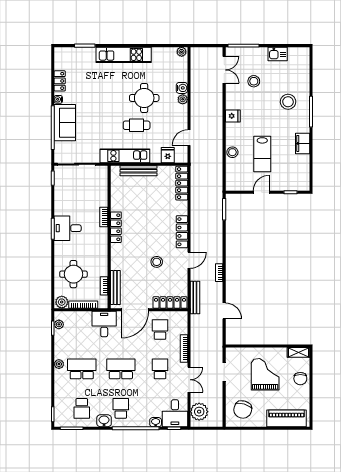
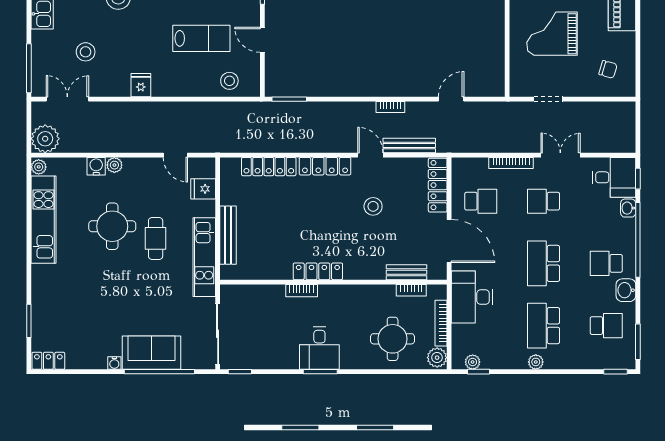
kitchen unit: (124, 55) -> (43, 220), moved
locker: (60, 81) -> (48, 361), moved
stool: (232, 152) -> (229, 81), moved
locker: (182, 183) -> (269, 167), moved
bench: (115, 287) -> (407, 272), width x0.73
bench: (195, 298) -> (409, 146), moved
desk: (104, 324) -> (472, 297), width x1.37
school desk: (160, 330) -> (481, 201), turned 180
chair: (243, 409) -> (608, 69), width x0.54, depth x0.54
plant: (199, 412) -> (45, 139), moved

